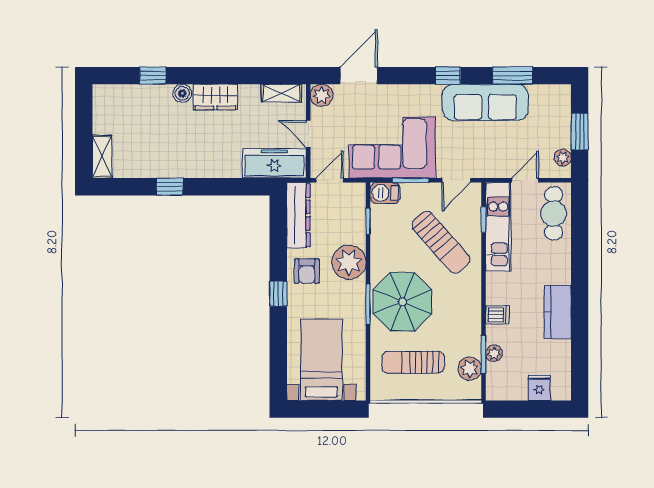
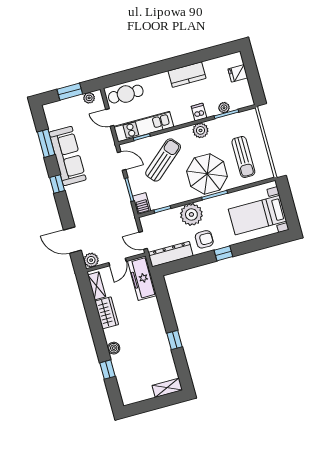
wardrobe: (215, 97) -> (107, 313), moved
corner sofa: (392, 148) -> (112, 207), removed
plant: (470, 369) -> (201, 130), moved

